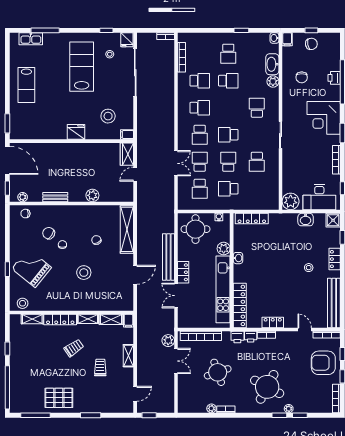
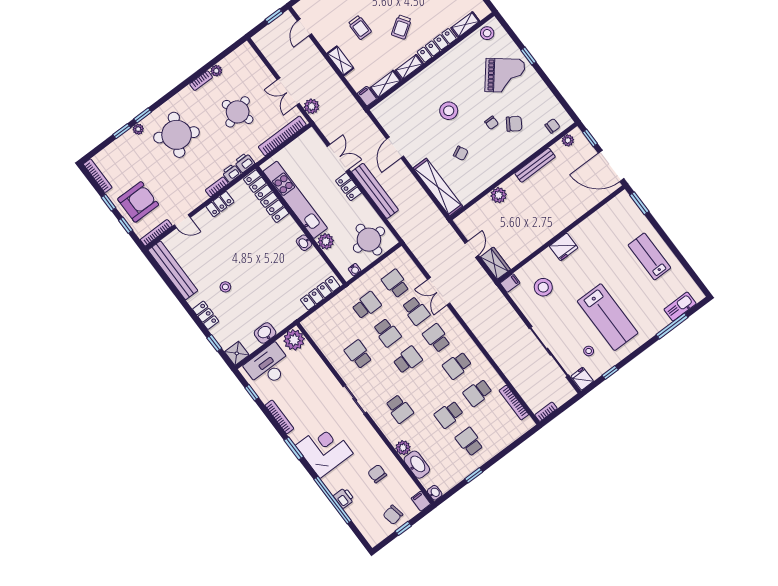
bench: (55, 197) -> (535, 165), width x1.36

